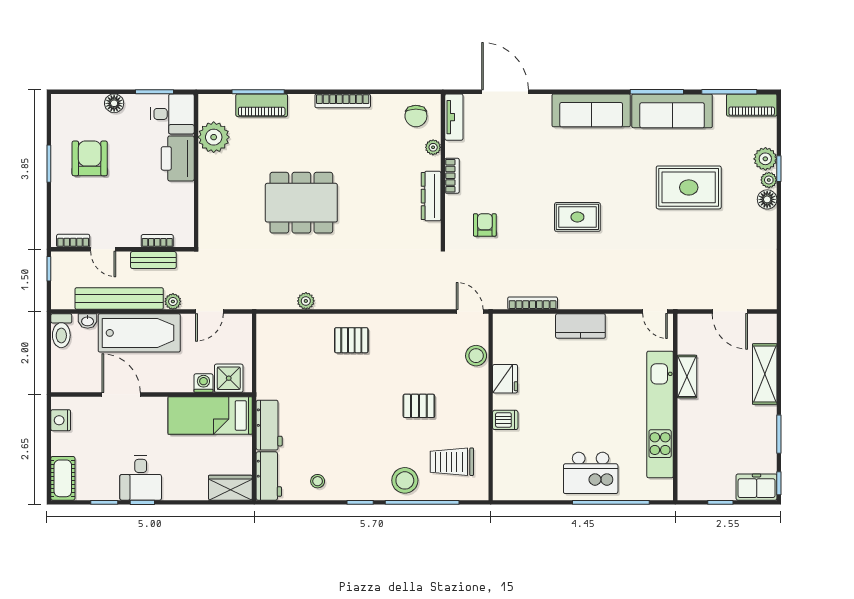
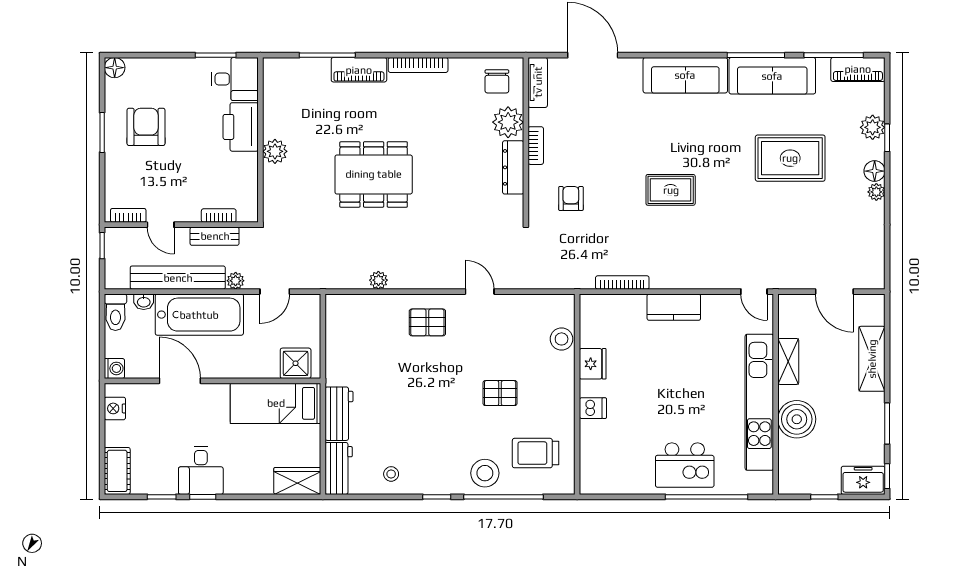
floor lamp: (114, 103) -> (115, 68), moved
piano: (262, 105) -> (359, 70), moved
plant: (214, 137) -> (275, 151), moved, width x0.73, depth x0.73
plant: (433, 147) -> (508, 122), width x1.87, depth x1.87
plant: (769, 180) -> (876, 192), moved
door: (470, 312) -> (480, 292), moved
washing machine: (203, 383) -> (114, 368), moved, turned 90
boiler: (695, 430) -> (797, 419), added

